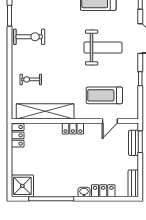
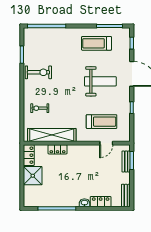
treadmill: (104, 95) -> (102, 122), turned 180
locker: (73, 128) -> (58, 149), moved
shower: (22, 186) -> (33, 176), moved

